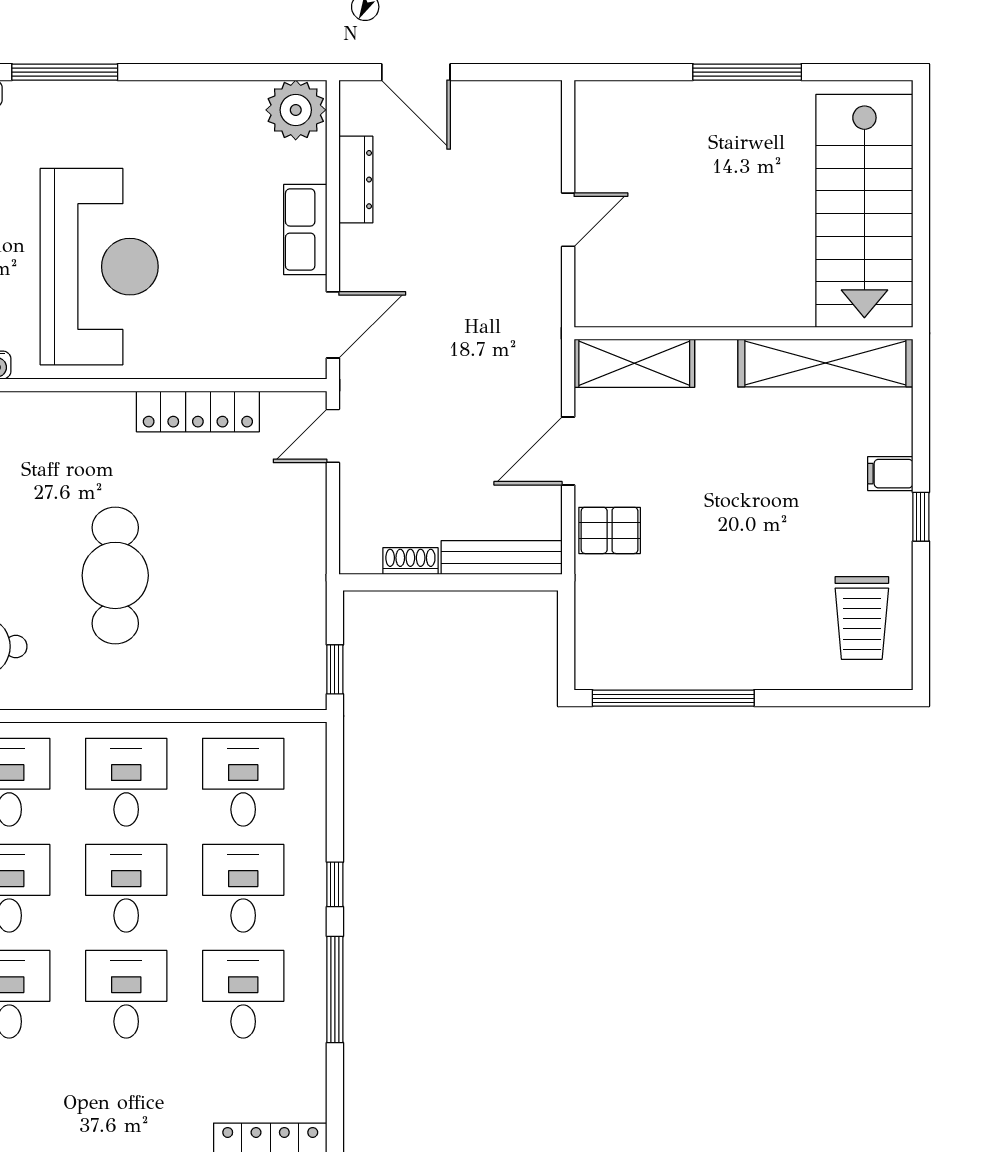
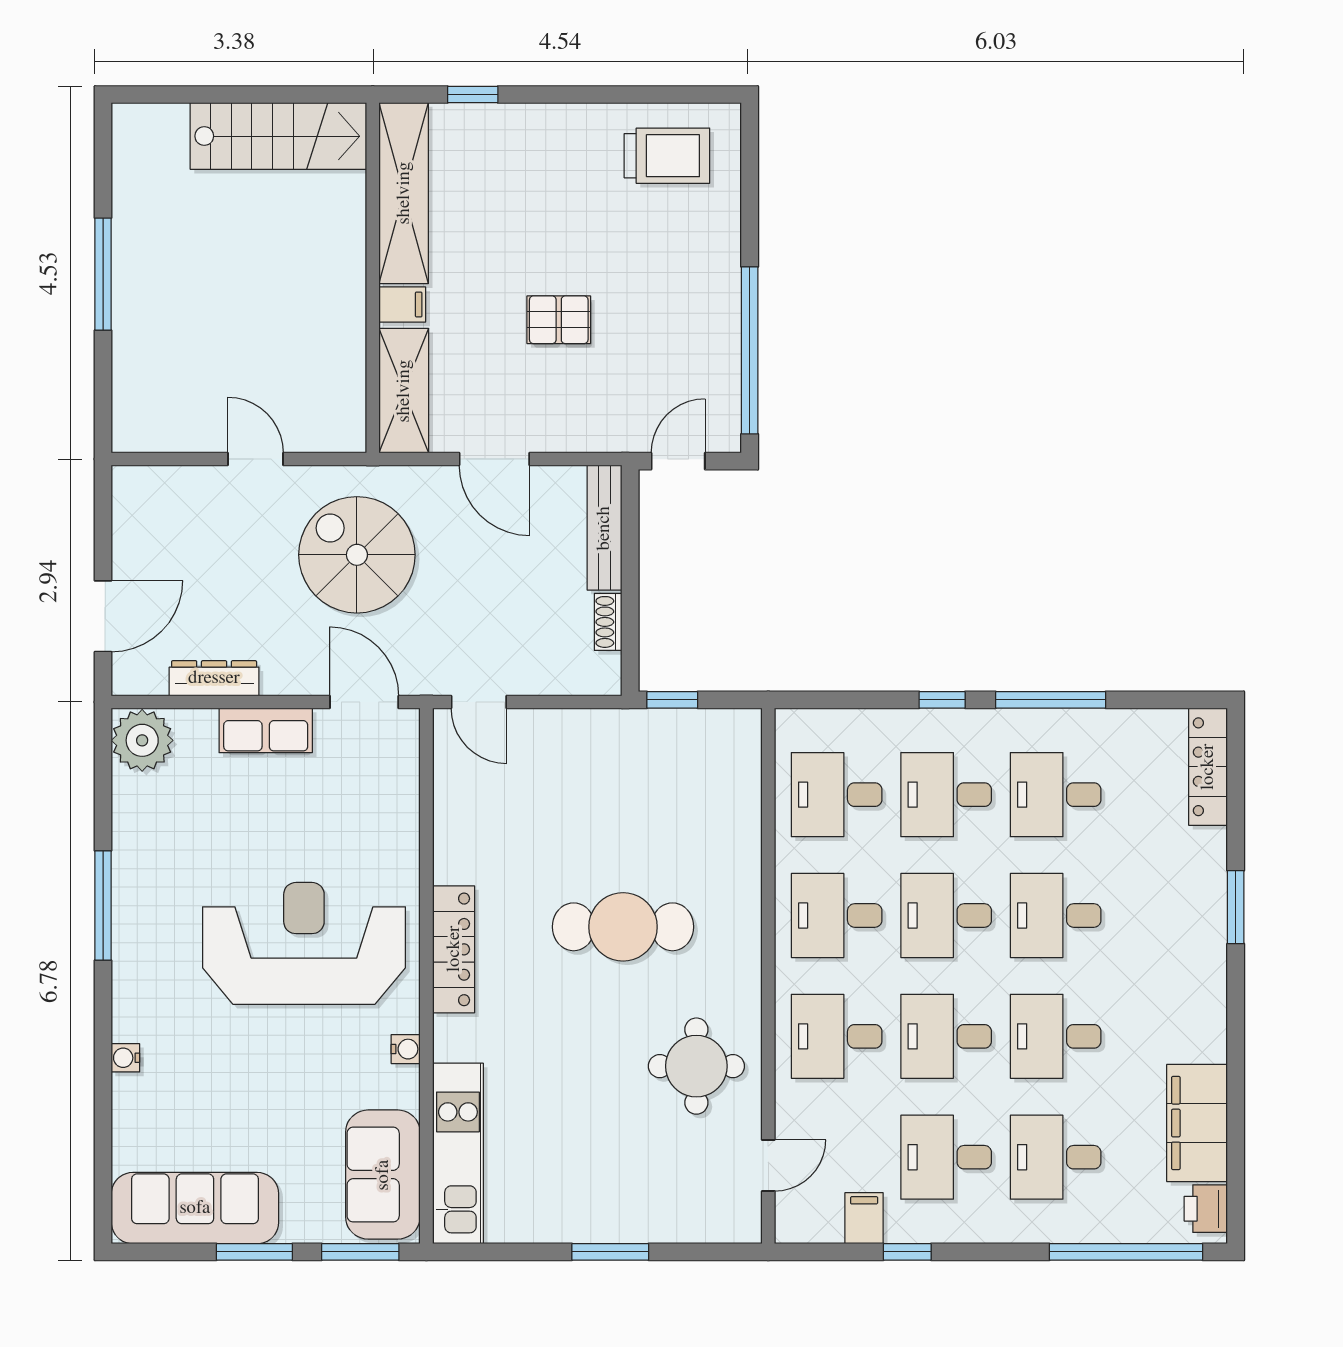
window: (65, 72) -> (103, 906), moved
stairs: (864, 211) -> (278, 136), width x0.73, depth x0.66
spiral stairs: (475, 318) -> (357, 555), added
locker: (198, 411) -> (454, 949), moved
filing cabinet: (890, 474) -> (402, 304), moved, turned -90
window: (921, 517) -> (473, 95), moved
pallet: (610, 530) -> (559, 320), moved, turned 90
door: (566, 629) -> (678, 461), added
window: (335, 669) -> (672, 700), moved

